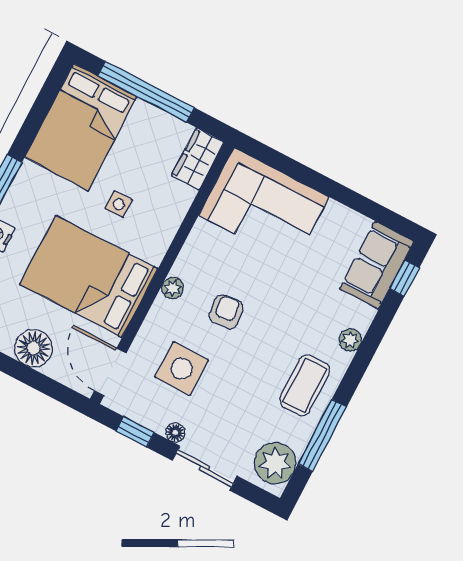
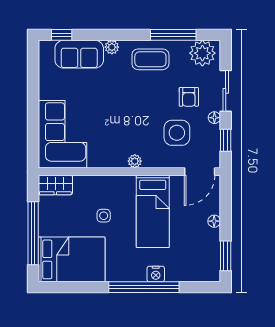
sofa: (377, 265) -> (79, 54), moved
bed: (89, 277) -> (153, 211), width x0.67
armchair: (226, 312) -> (189, 97), moved, turned -84
floor lamp: (34, 348) -> (214, 221), width x0.53, depth x0.53

